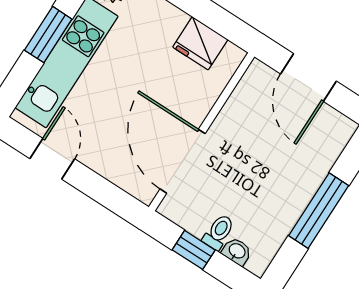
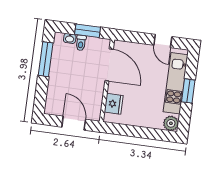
fridge: (200, 43) -> (114, 104), moved, turned 90
window: (319, 211) -> (46, 59), moved
window: (194, 250) -> (88, 31), width x1.50

